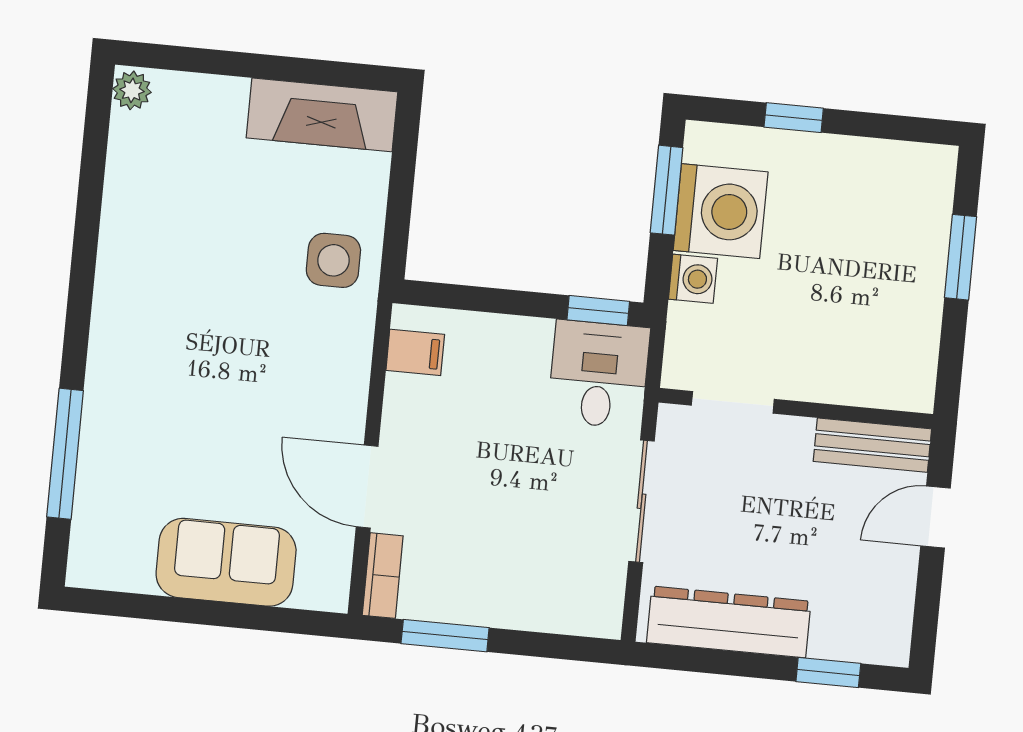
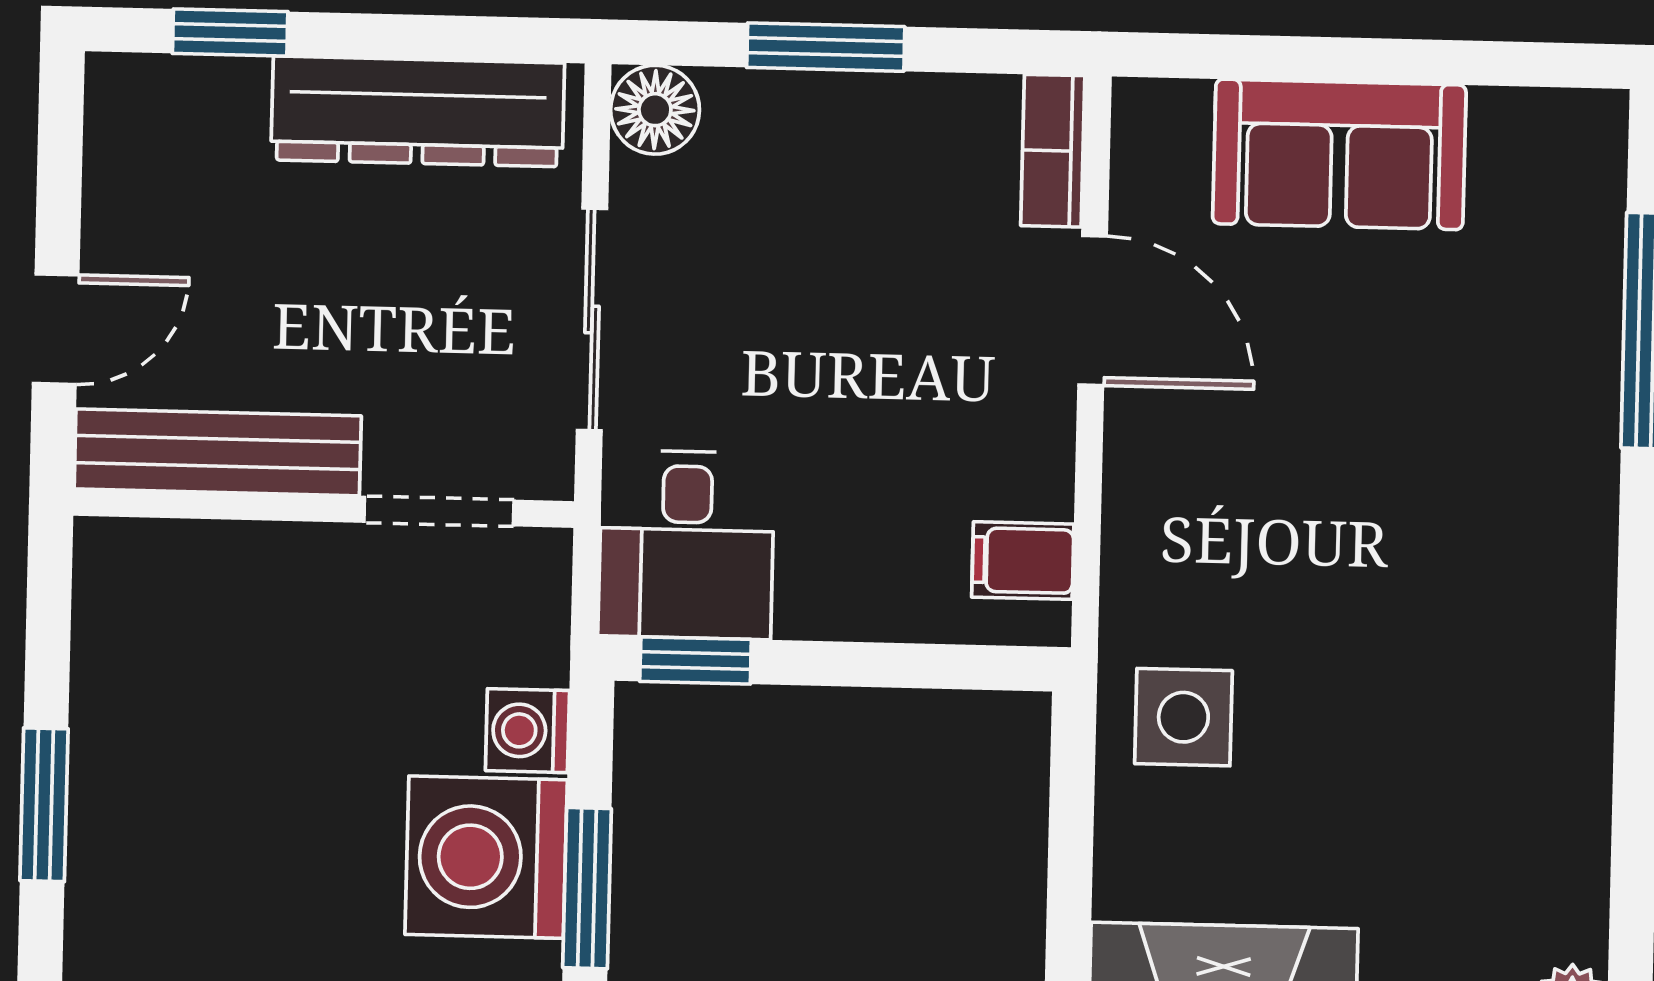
bench: (872, 445) -> (218, 452), width x1.36
floor lamp: (599, 614) -> (655, 110), added
window: (445, 636) -> (826, 47), moved

